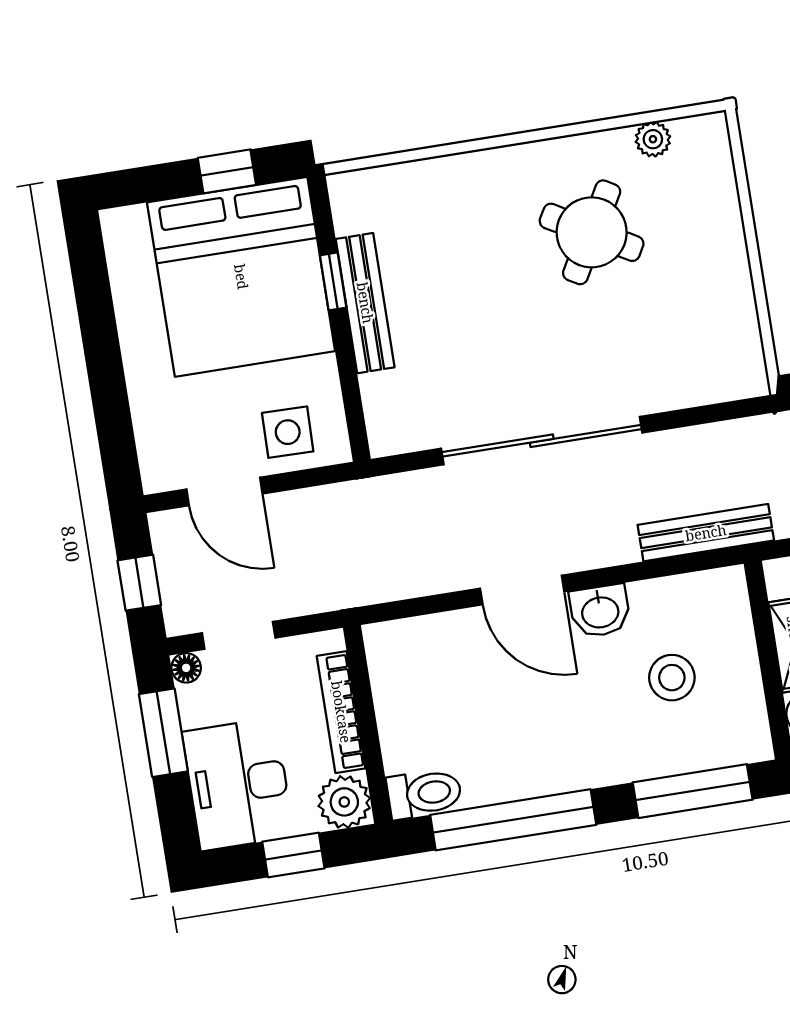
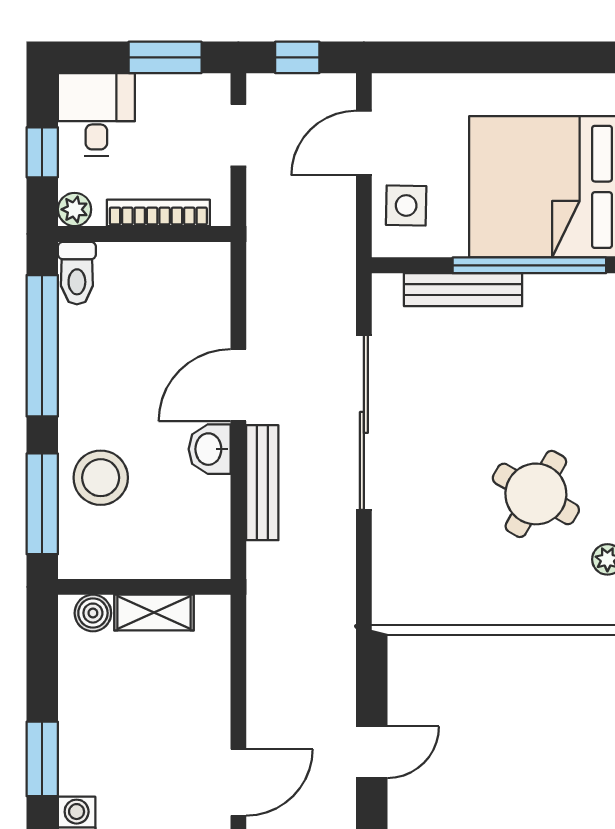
window: (333, 281) -> (529, 265), width x3.17
bench: (365, 303) -> (463, 290), moved
bench: (706, 533) -> (262, 483), moved
floor lamp: (186, 668) -> (218, 86), removed
stool: (672, 678) -> (101, 478), moved, width x1.38, depth x1.38
desk: (238, 784) -> (96, 115), width x0.73
plant: (344, 802) -> (75, 209), width x0.73, depth x0.73

